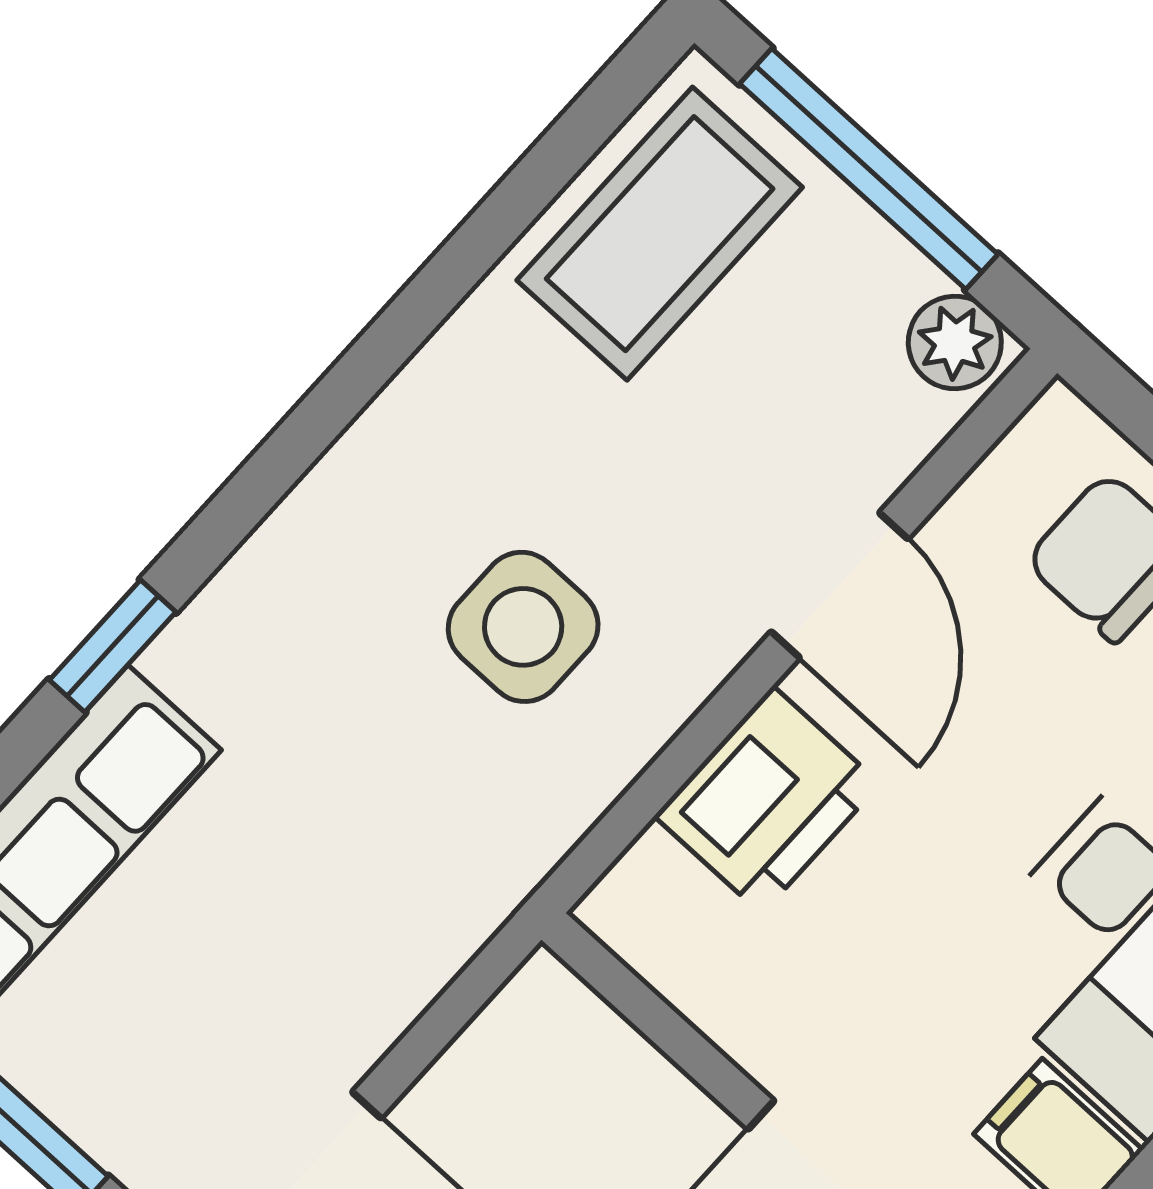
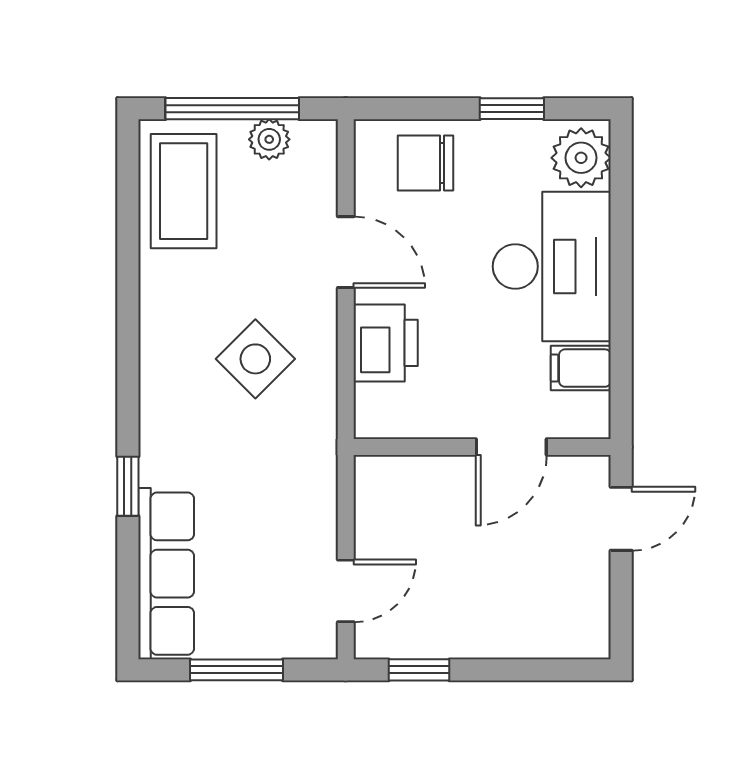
plant: (955, 342) -> (269, 139), moved
side table: (523, 627) -> (255, 359), turned 45

